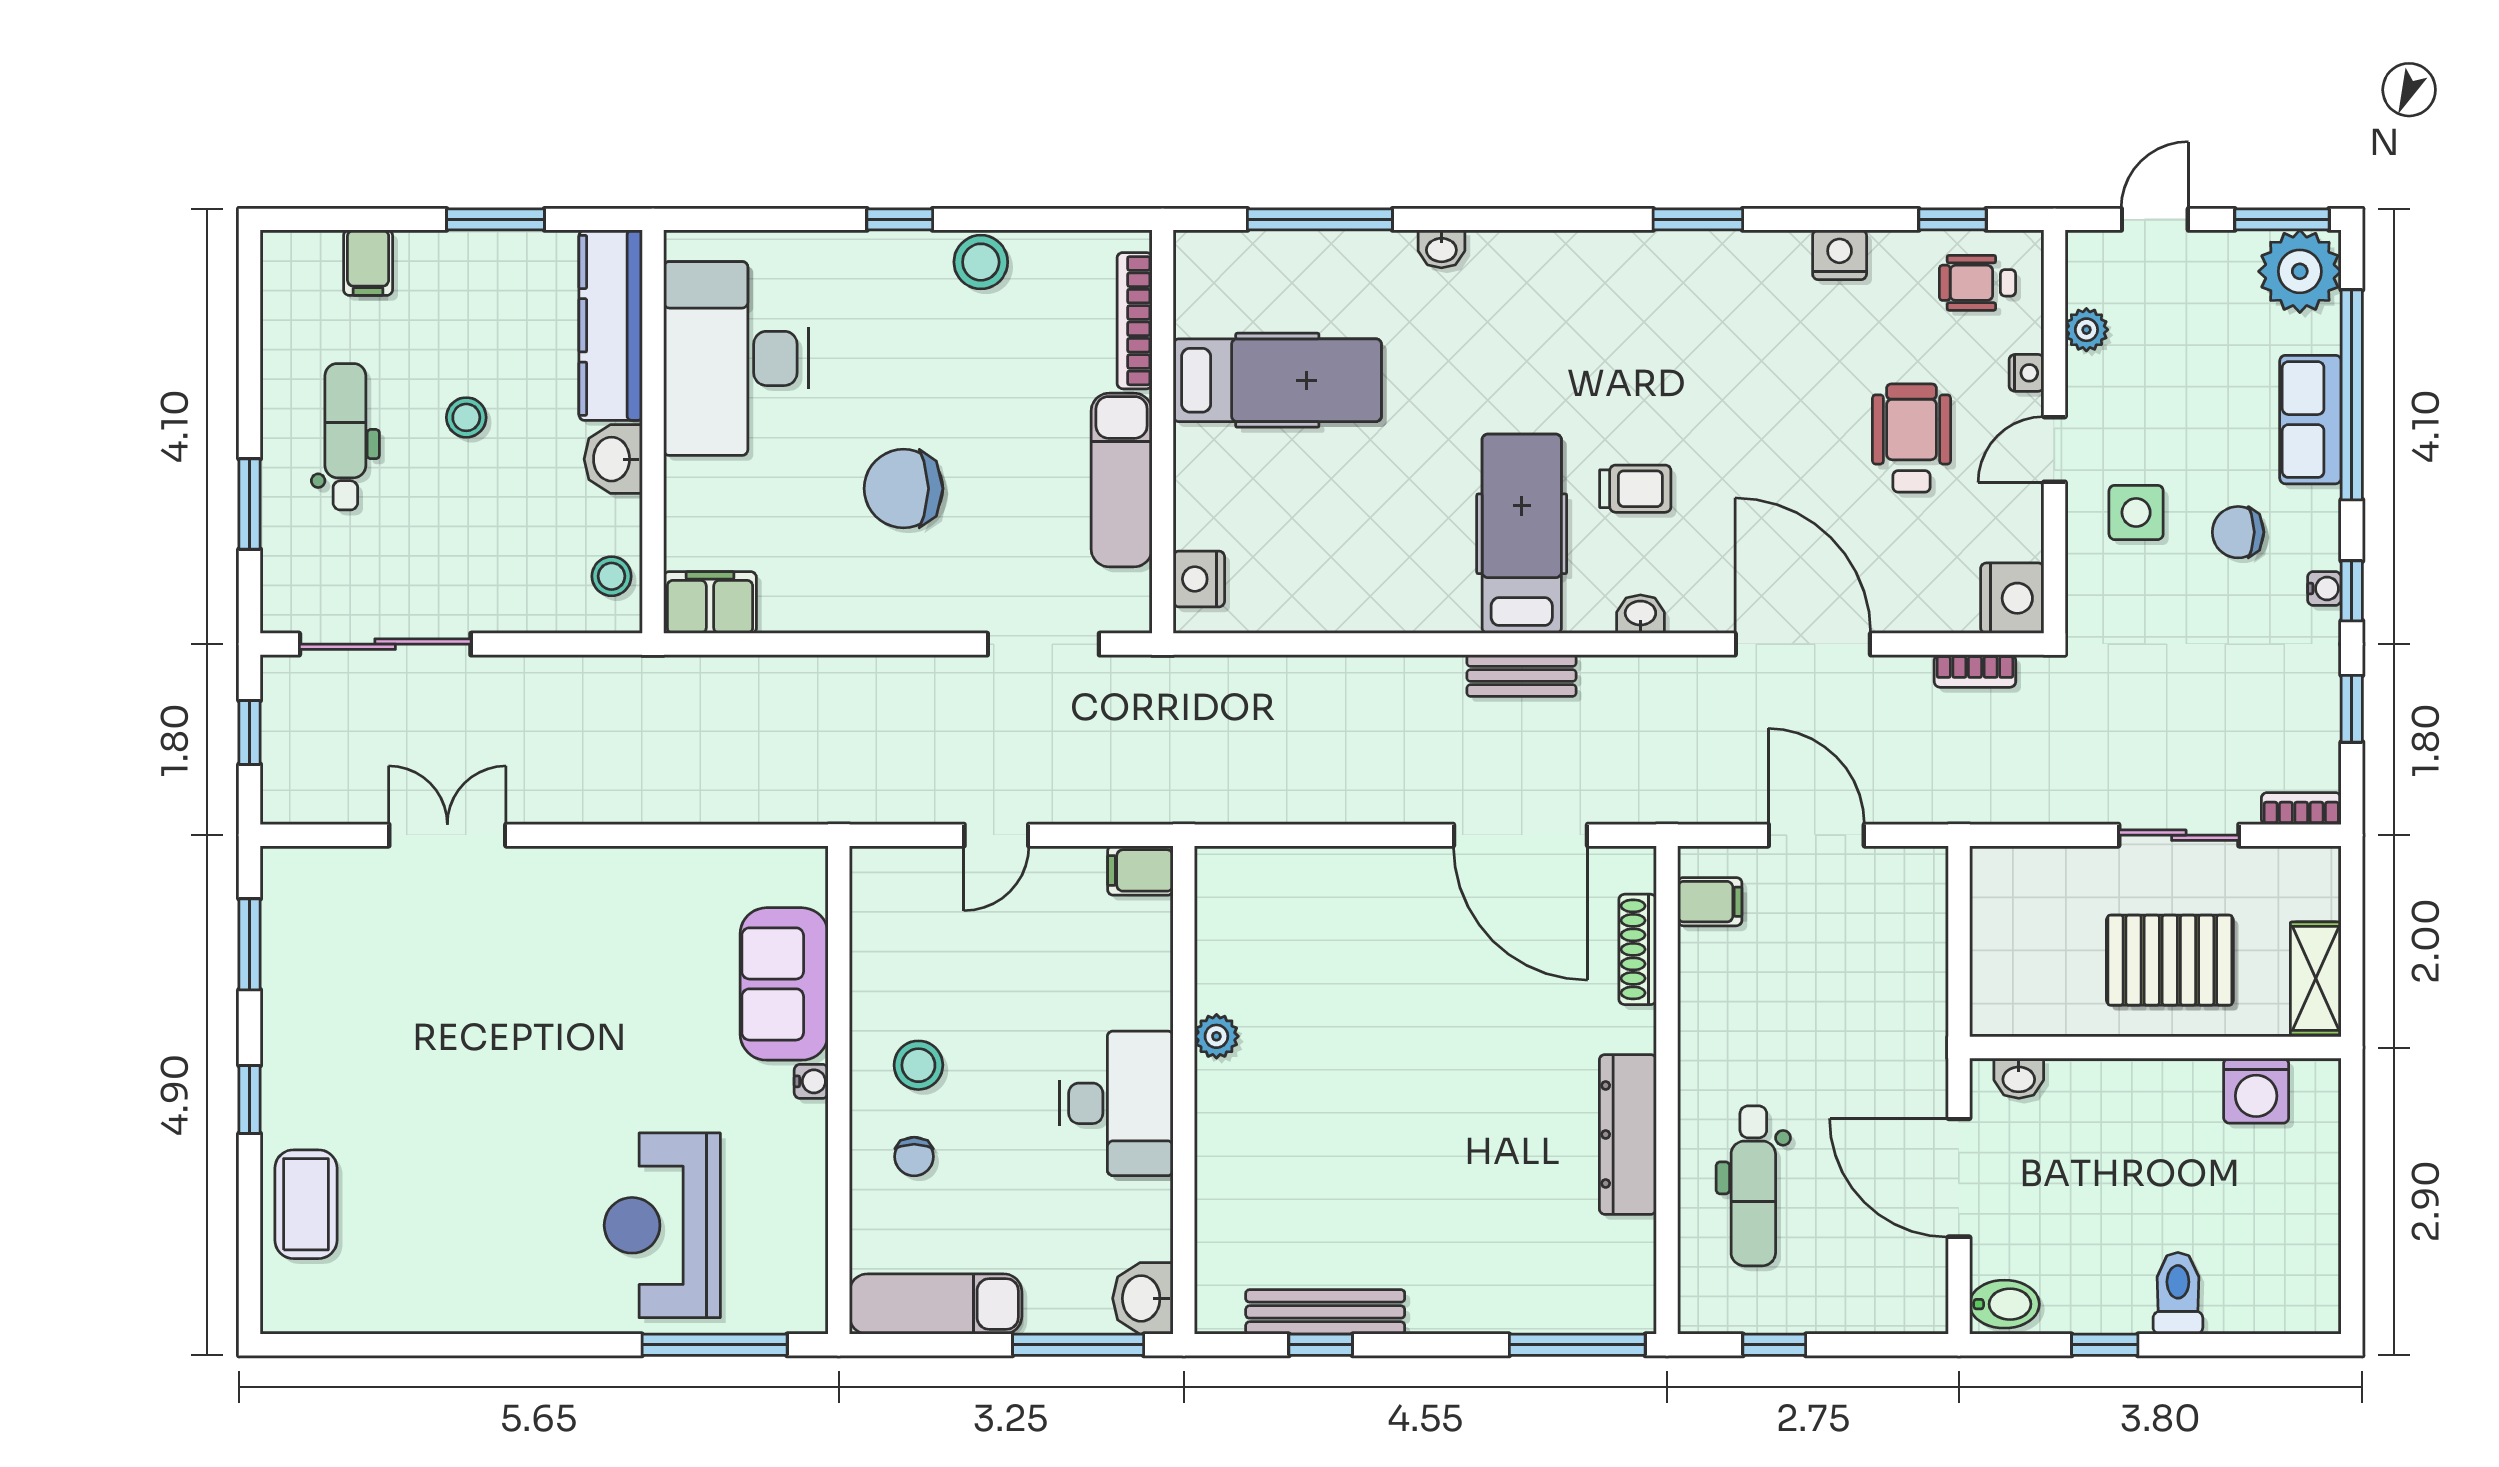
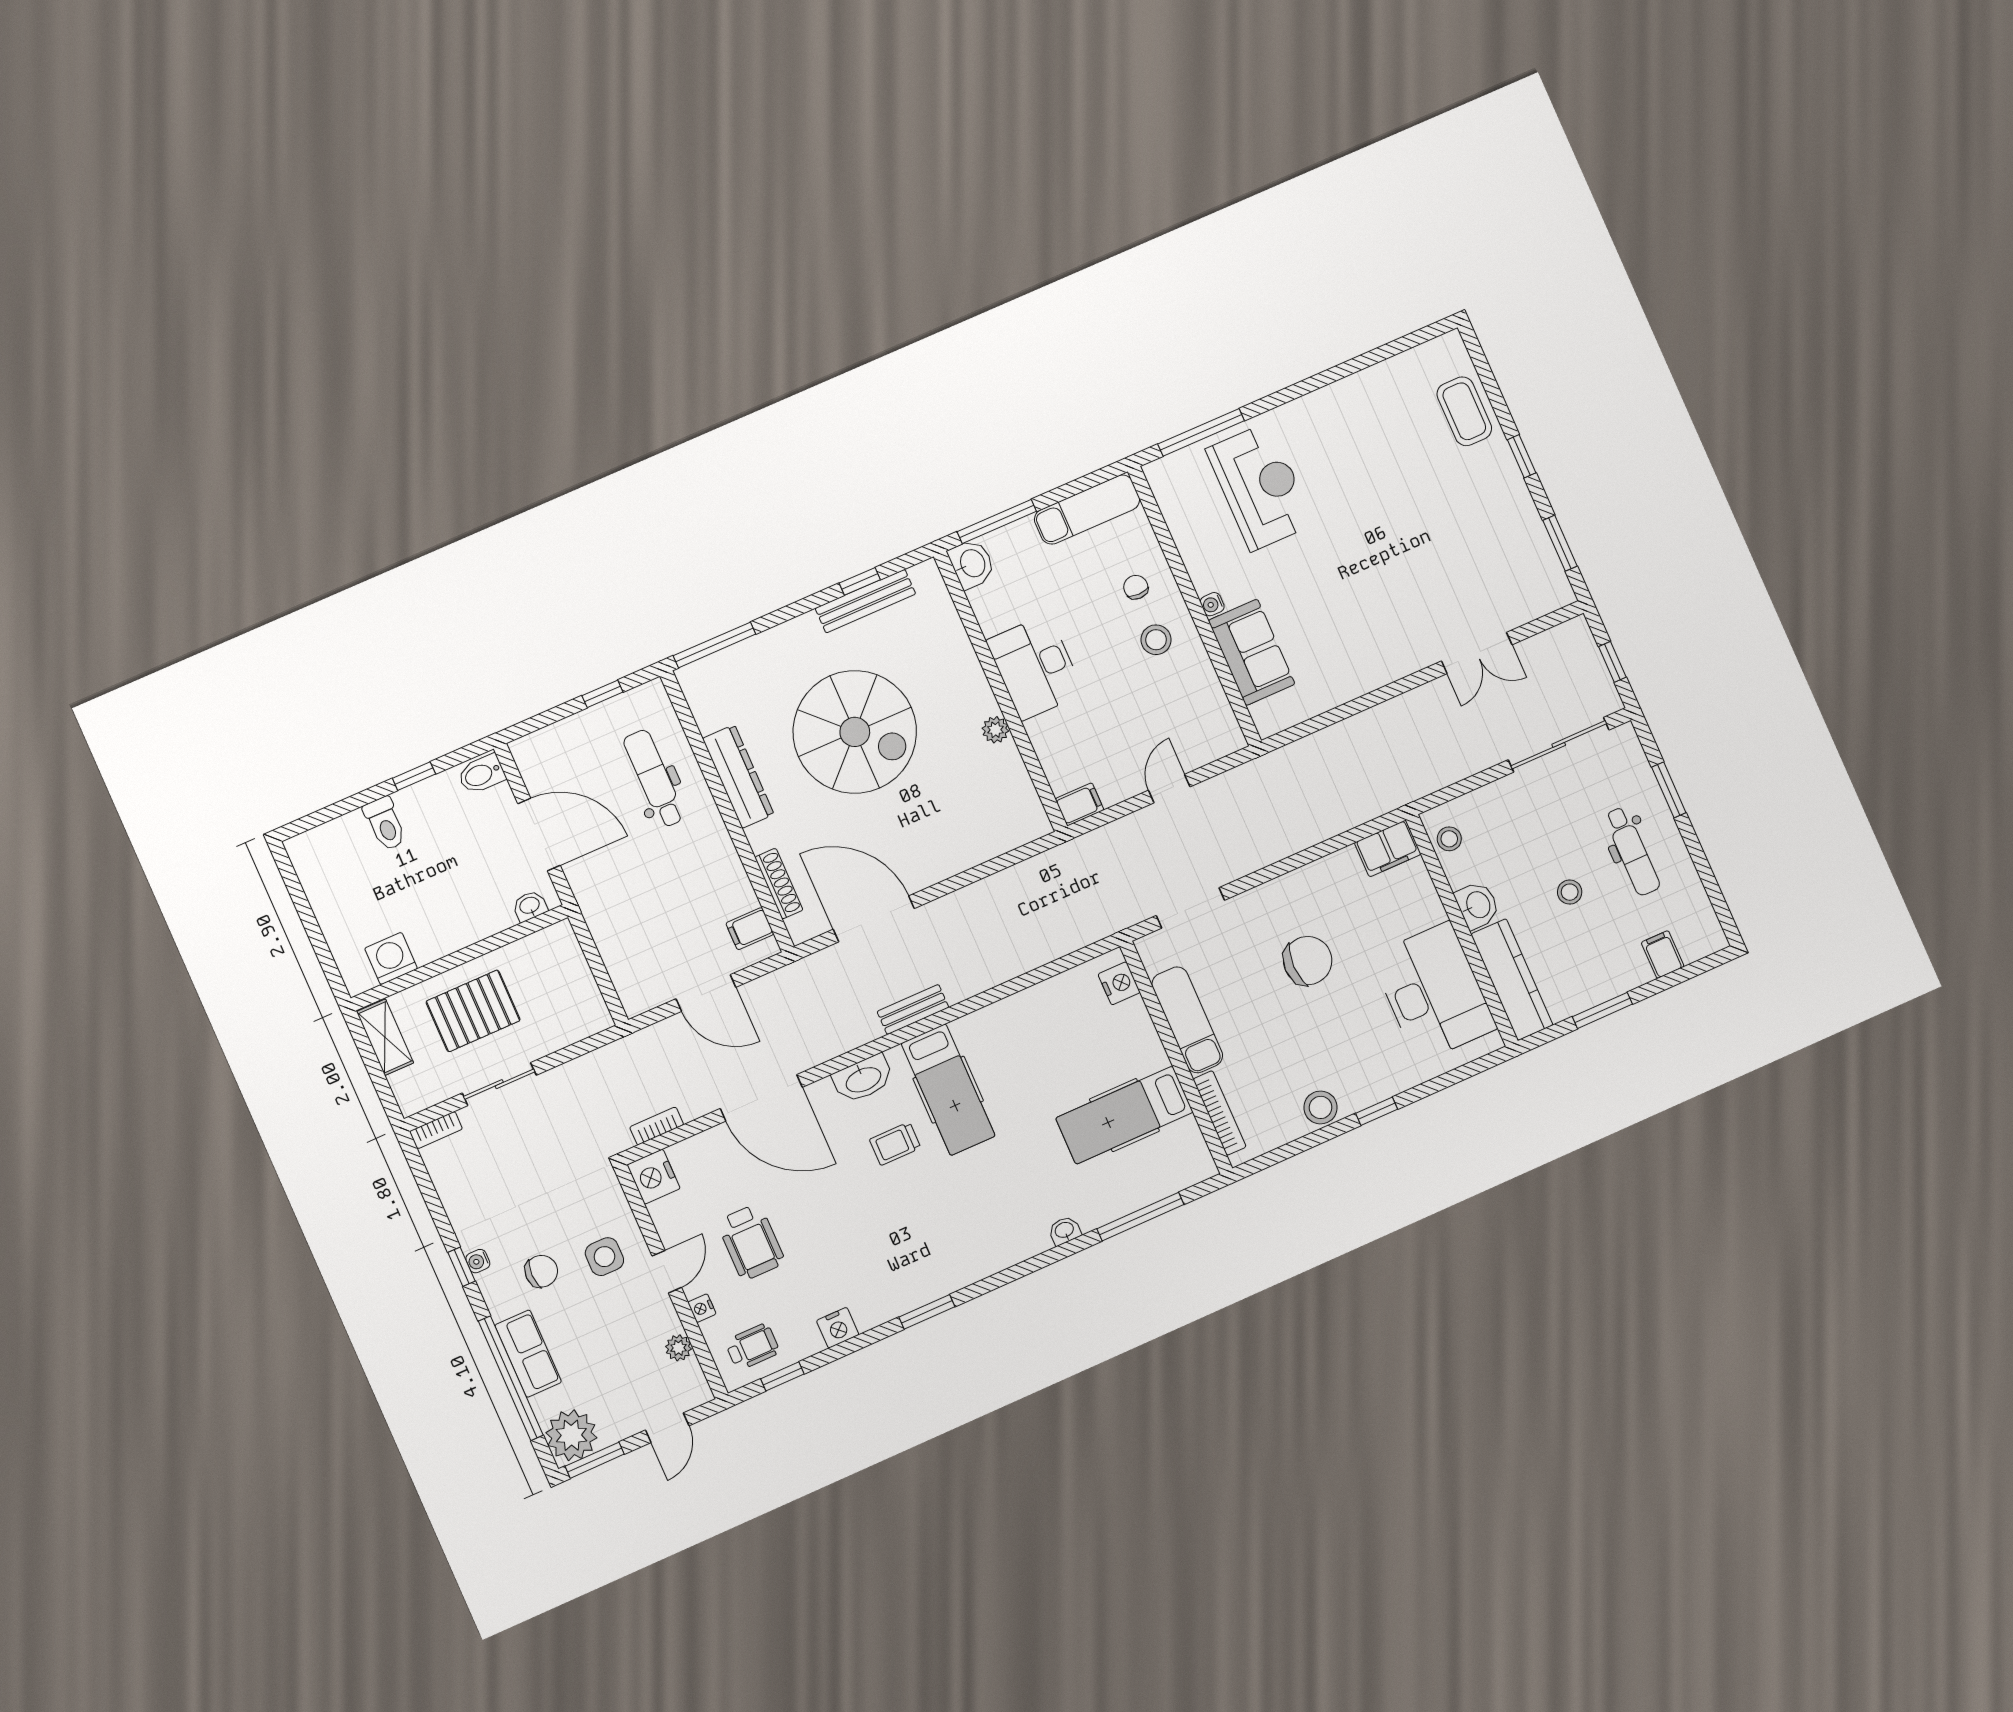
washbasin: (1640, 614) -> (863, 1079), width x1.91, depth x1.45
window: (2352, 709) -> (432, 1200), removed
spiral stairs: (1426, 1125) -> (855, 732), added

